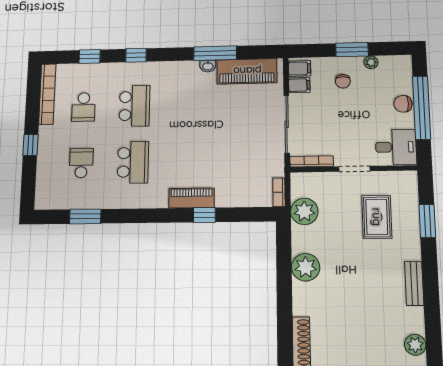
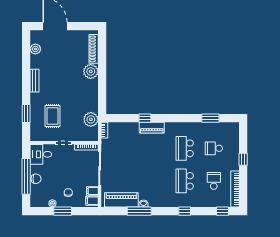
window: (90, 57) -> (223, 211), moved
school desk: (81, 163) -> (214, 148), turned 90
plant: (306, 267) -> (91, 71), moved

